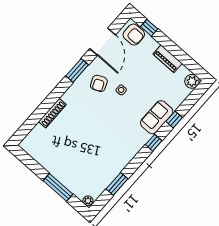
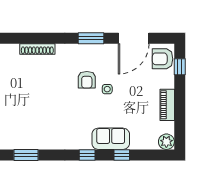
armchair: (134, 35) -> (163, 59), turned 90
armchair: (99, 83) -> (87, 80), moved, turned -67

